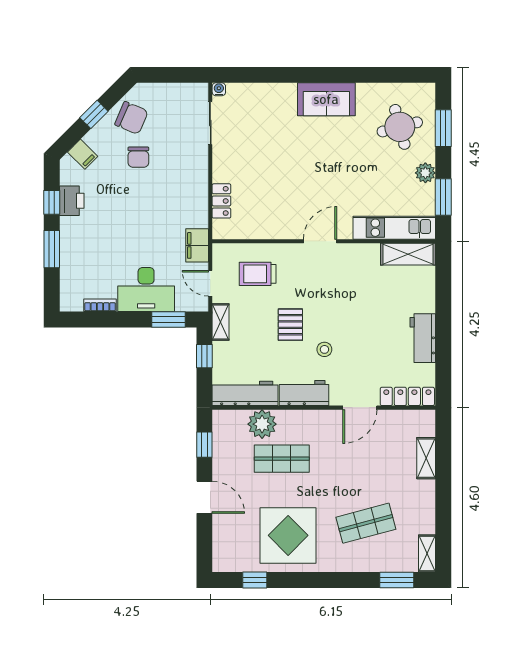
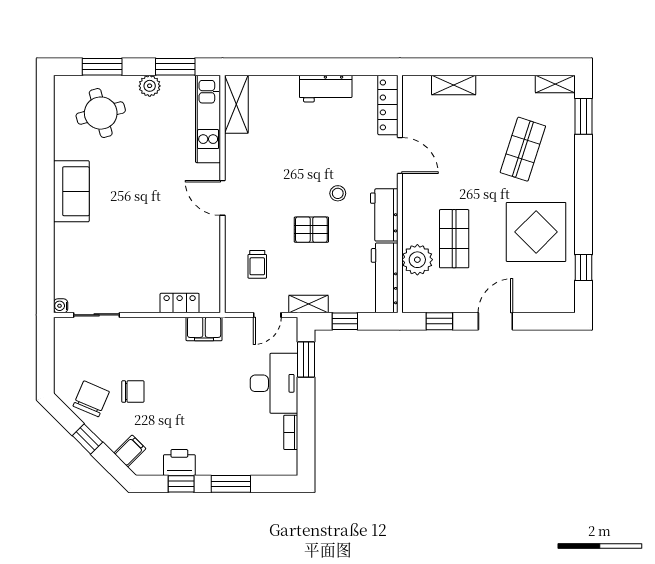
filing cabinet: (197, 245) -> (204, 329), moved
trolley: (258, 274) -> (257, 264), width x0.73, depth x0.72
shop shelf: (366, 523) -> (523, 149), turned 33

